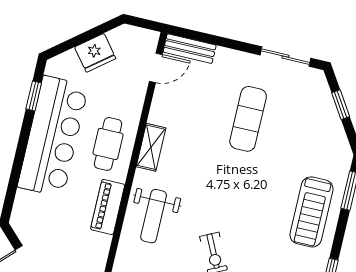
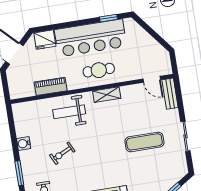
fridge: (95, 53) -> (45, 40), moved, turned -52
sliding door: (285, 57) -> (185, 136), moved
piano: (108, 207) -> (51, 86), moved

